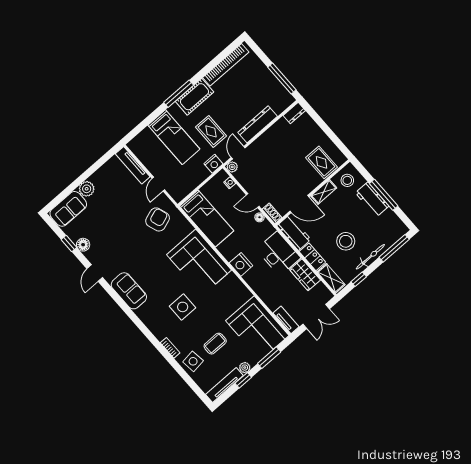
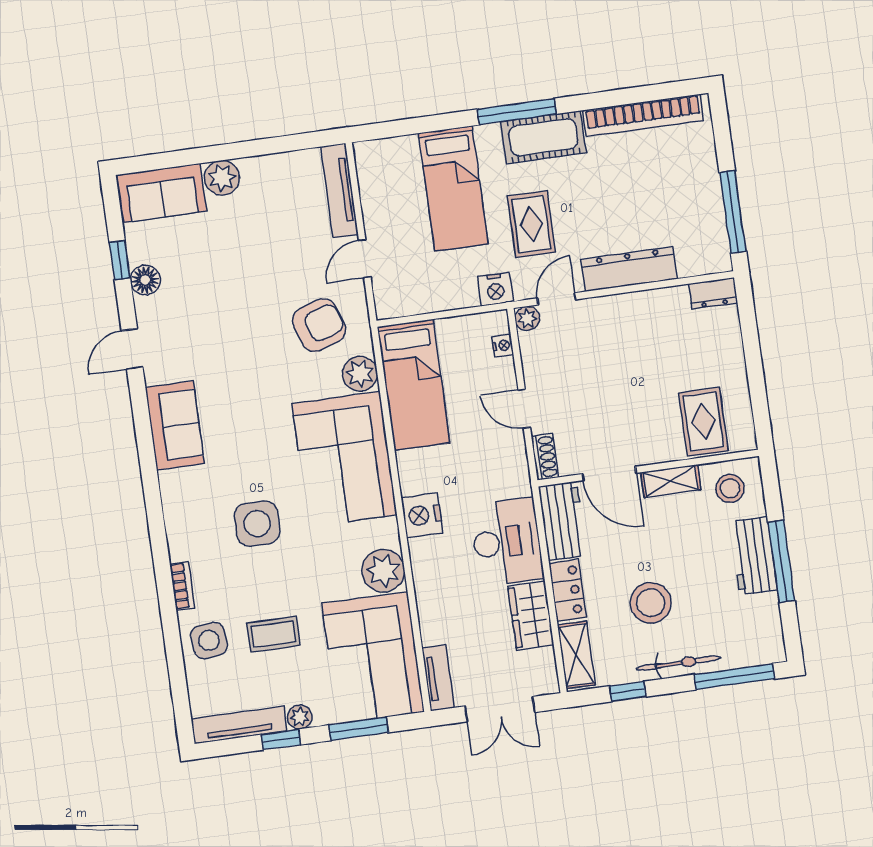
floor lamp: (259, 217) -> (516, 449), removed
plant: (184, 227) -> (360, 374), added
plant: (240, 294) -> (383, 571), added

